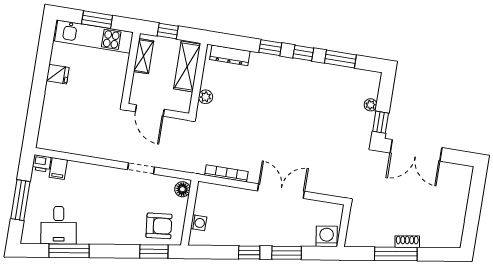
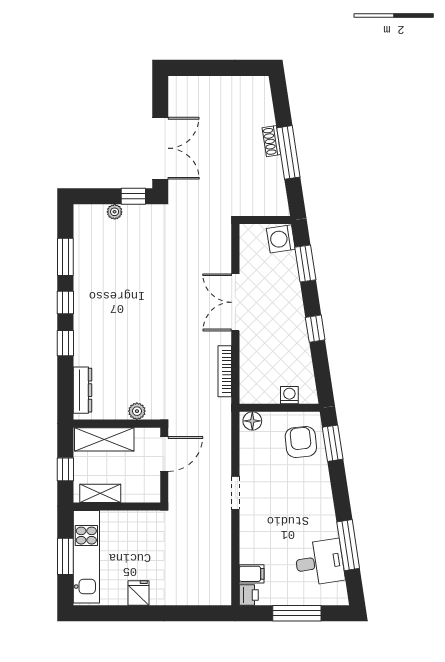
door: (150, 110) -> (164, 454), moved
doorway: (141, 168) -> (235, 493), moved
window: (287, 253) -> (305, 263), moved

